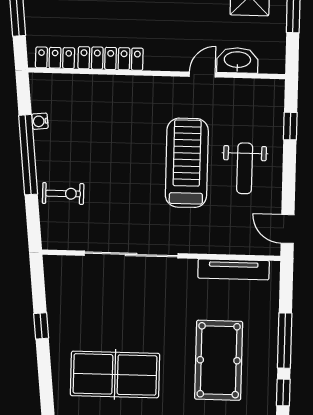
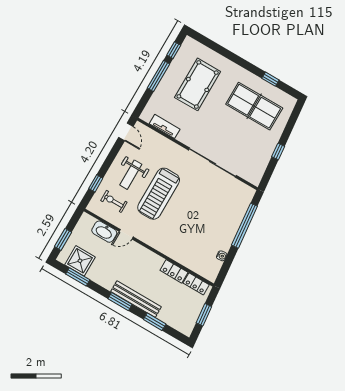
locker: (111, 58) -> (174, 271), width x0.66
window: (28, 155) -> (244, 226), moved
weight bench: (245, 168) -> (131, 175), turned 180
exercise bike: (63, 194) -> (114, 201), moved
tv unit: (234, 269) -> (165, 126), width x0.71

